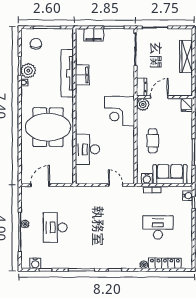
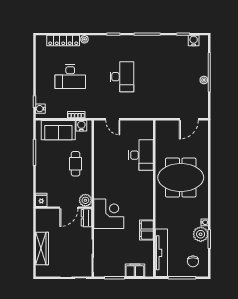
tv unit: (67, 73) -> (161, 253), moved
corner desk: (120, 111) -> (109, 214), moved
desk: (55, 227) -> (122, 77), moved

